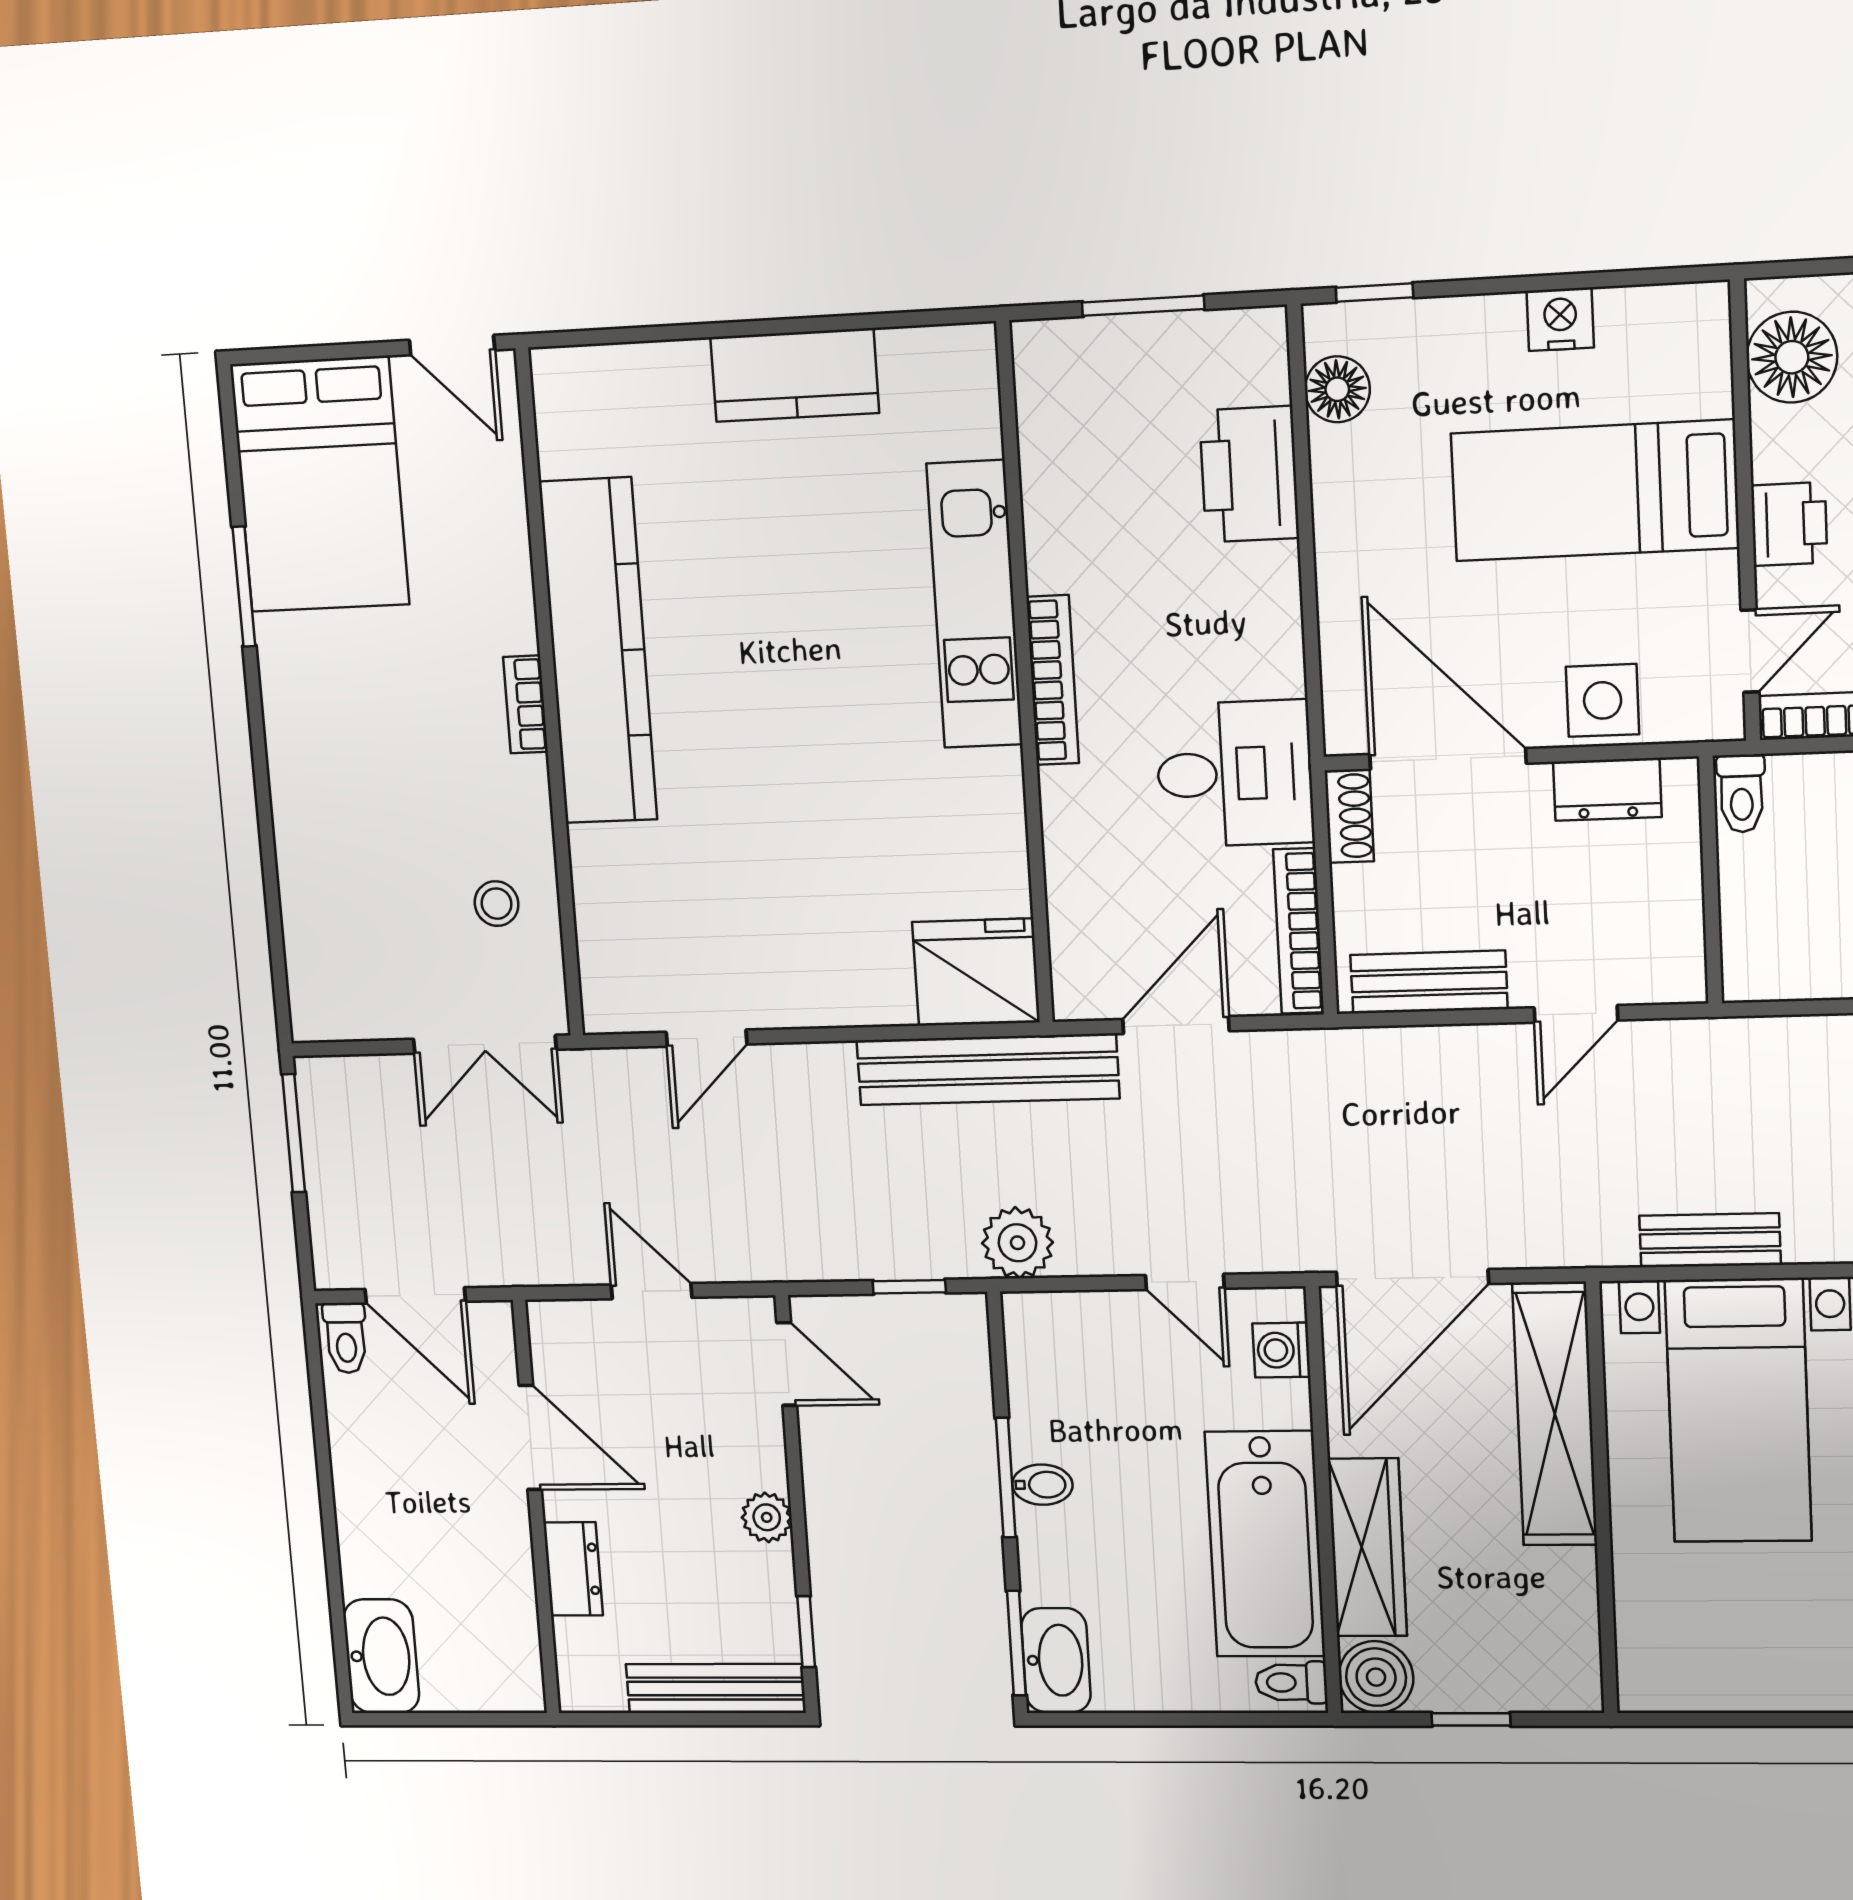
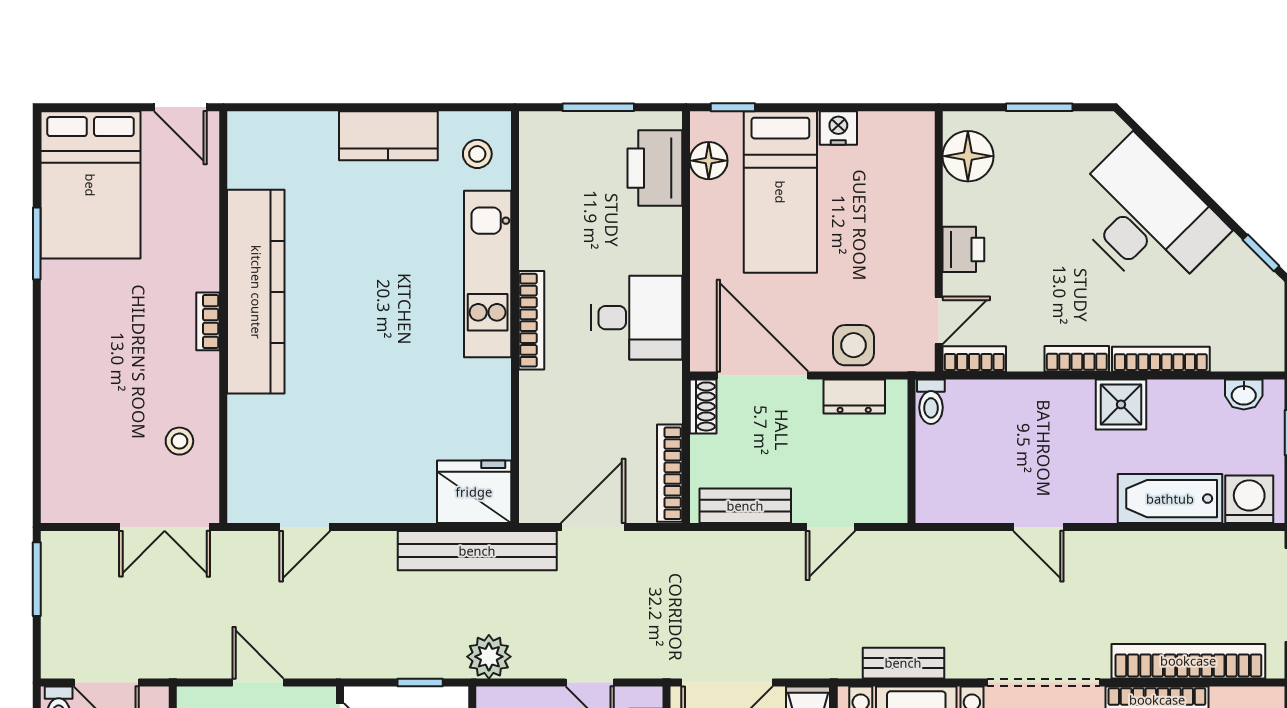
stool: (944, 399) -> (477, 154), added
printer: (1249, 474) -> (655, 168), moved
bed: (1595, 491) -> (780, 192), moved, turned -90
desk: (1235, 774) -> (637, 318), moved

